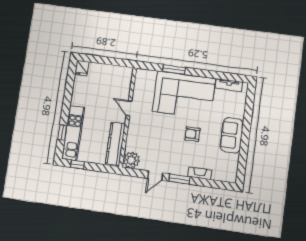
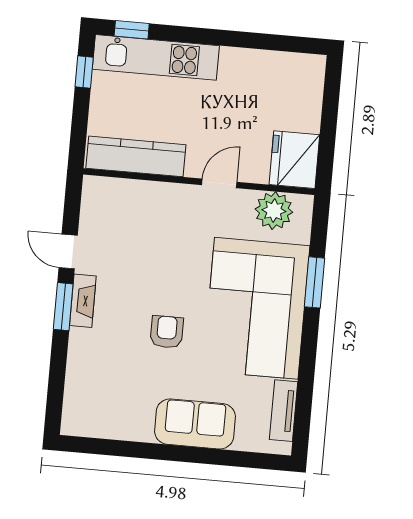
fridge: (82, 68) -> (294, 160), moved, width x1.88, depth x1.34
window: (62, 132) -> (132, 30), moved
sofa: (232, 135) -> (195, 424), moved
plant: (131, 160) -> (274, 211), moved
fireplace: (200, 173) -> (83, 301), moved

